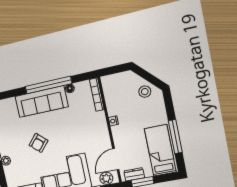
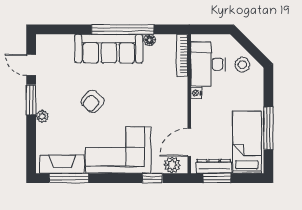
desk: (118, 97) -> (208, 64), added
dresser: (134, 174) -> (214, 166), width x1.44

